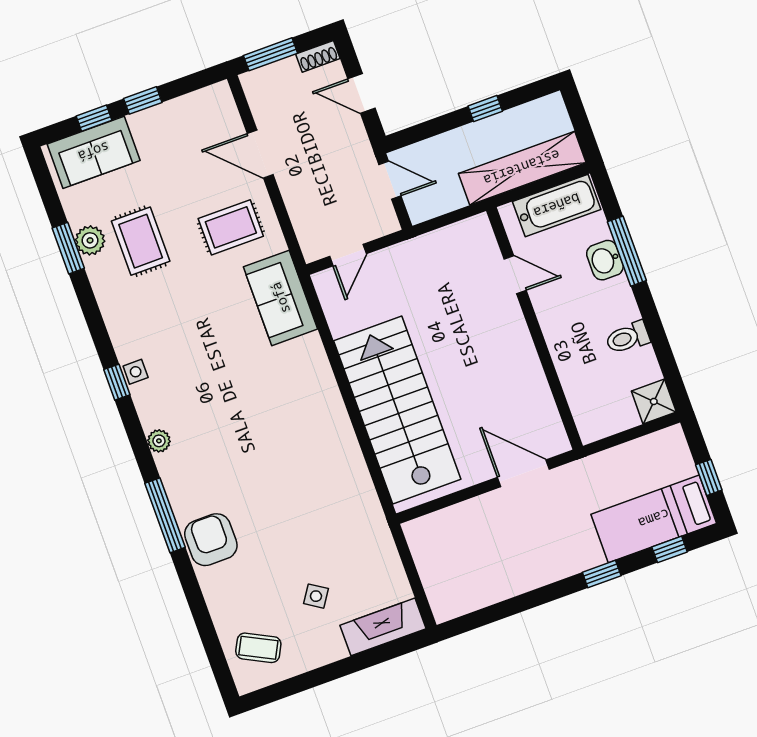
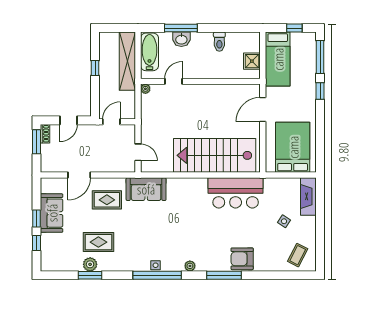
window: (270, 54) -> (36, 142), moved
sofa: (94, 152) -> (52, 213), moved
plant: (480, 224) -> (145, 89), added
rug: (231, 227) -> (107, 200), turned 90
window: (117, 382) -> (157, 275), width x3.17
shower: (654, 401) -> (252, 61), moved
bar counter: (338, 479) -> (236, 193), added
bed: (654, 519) -> (278, 59), moved
window: (670, 549) -> (320, 57), width x2.17
bed: (470, 560) -> (293, 147), added

